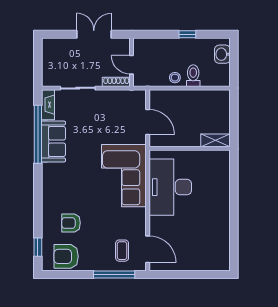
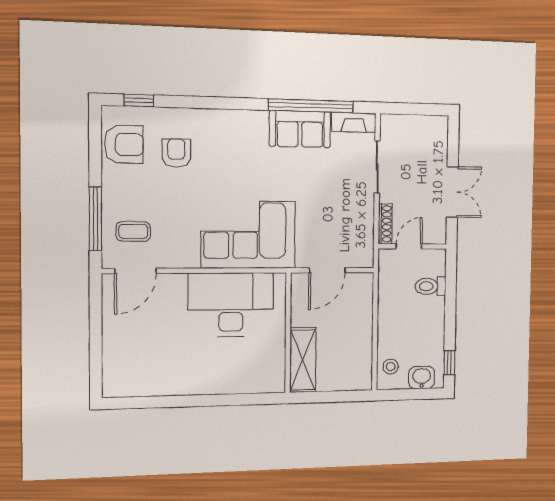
window: (187, 34) -> (449, 363), moved
toilet: (193, 76) -> (430, 286), moved, turned 180
stool: (175, 78) -> (391, 367), moved
shelving: (216, 140) -> (303, 360), width x1.50, depth x1.33
armchair: (66, 256) -> (124, 144), turned 90

